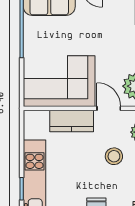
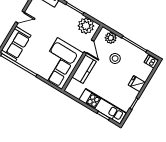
door: (109, 108) -> (89, 46), swing flipped

